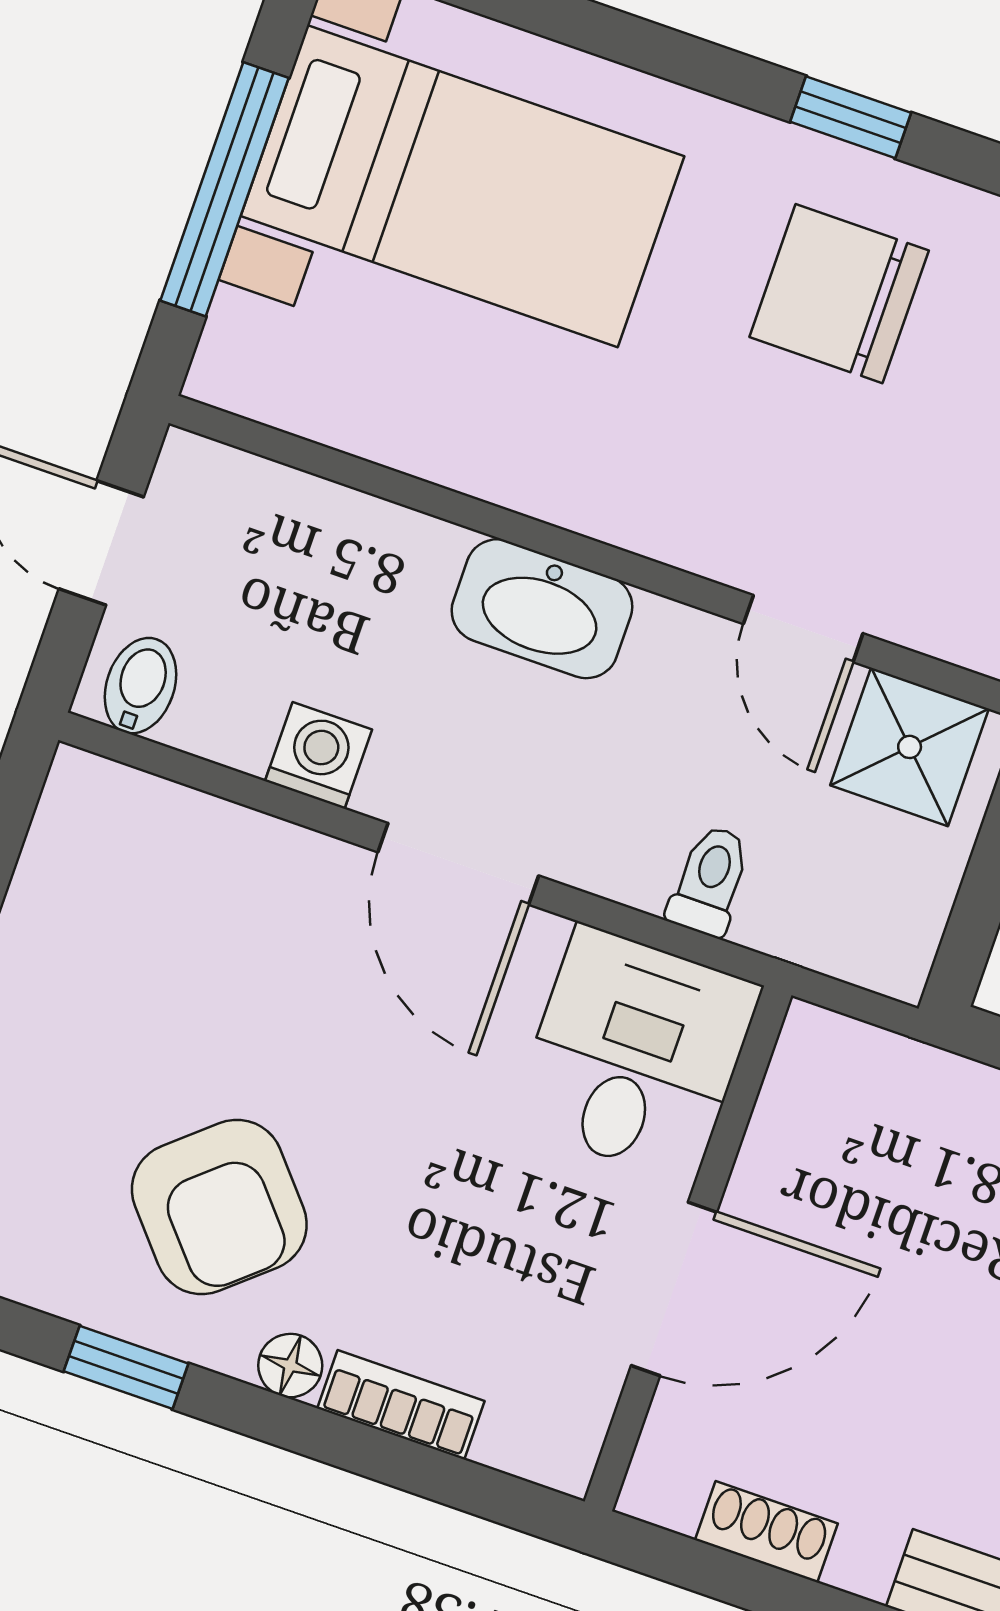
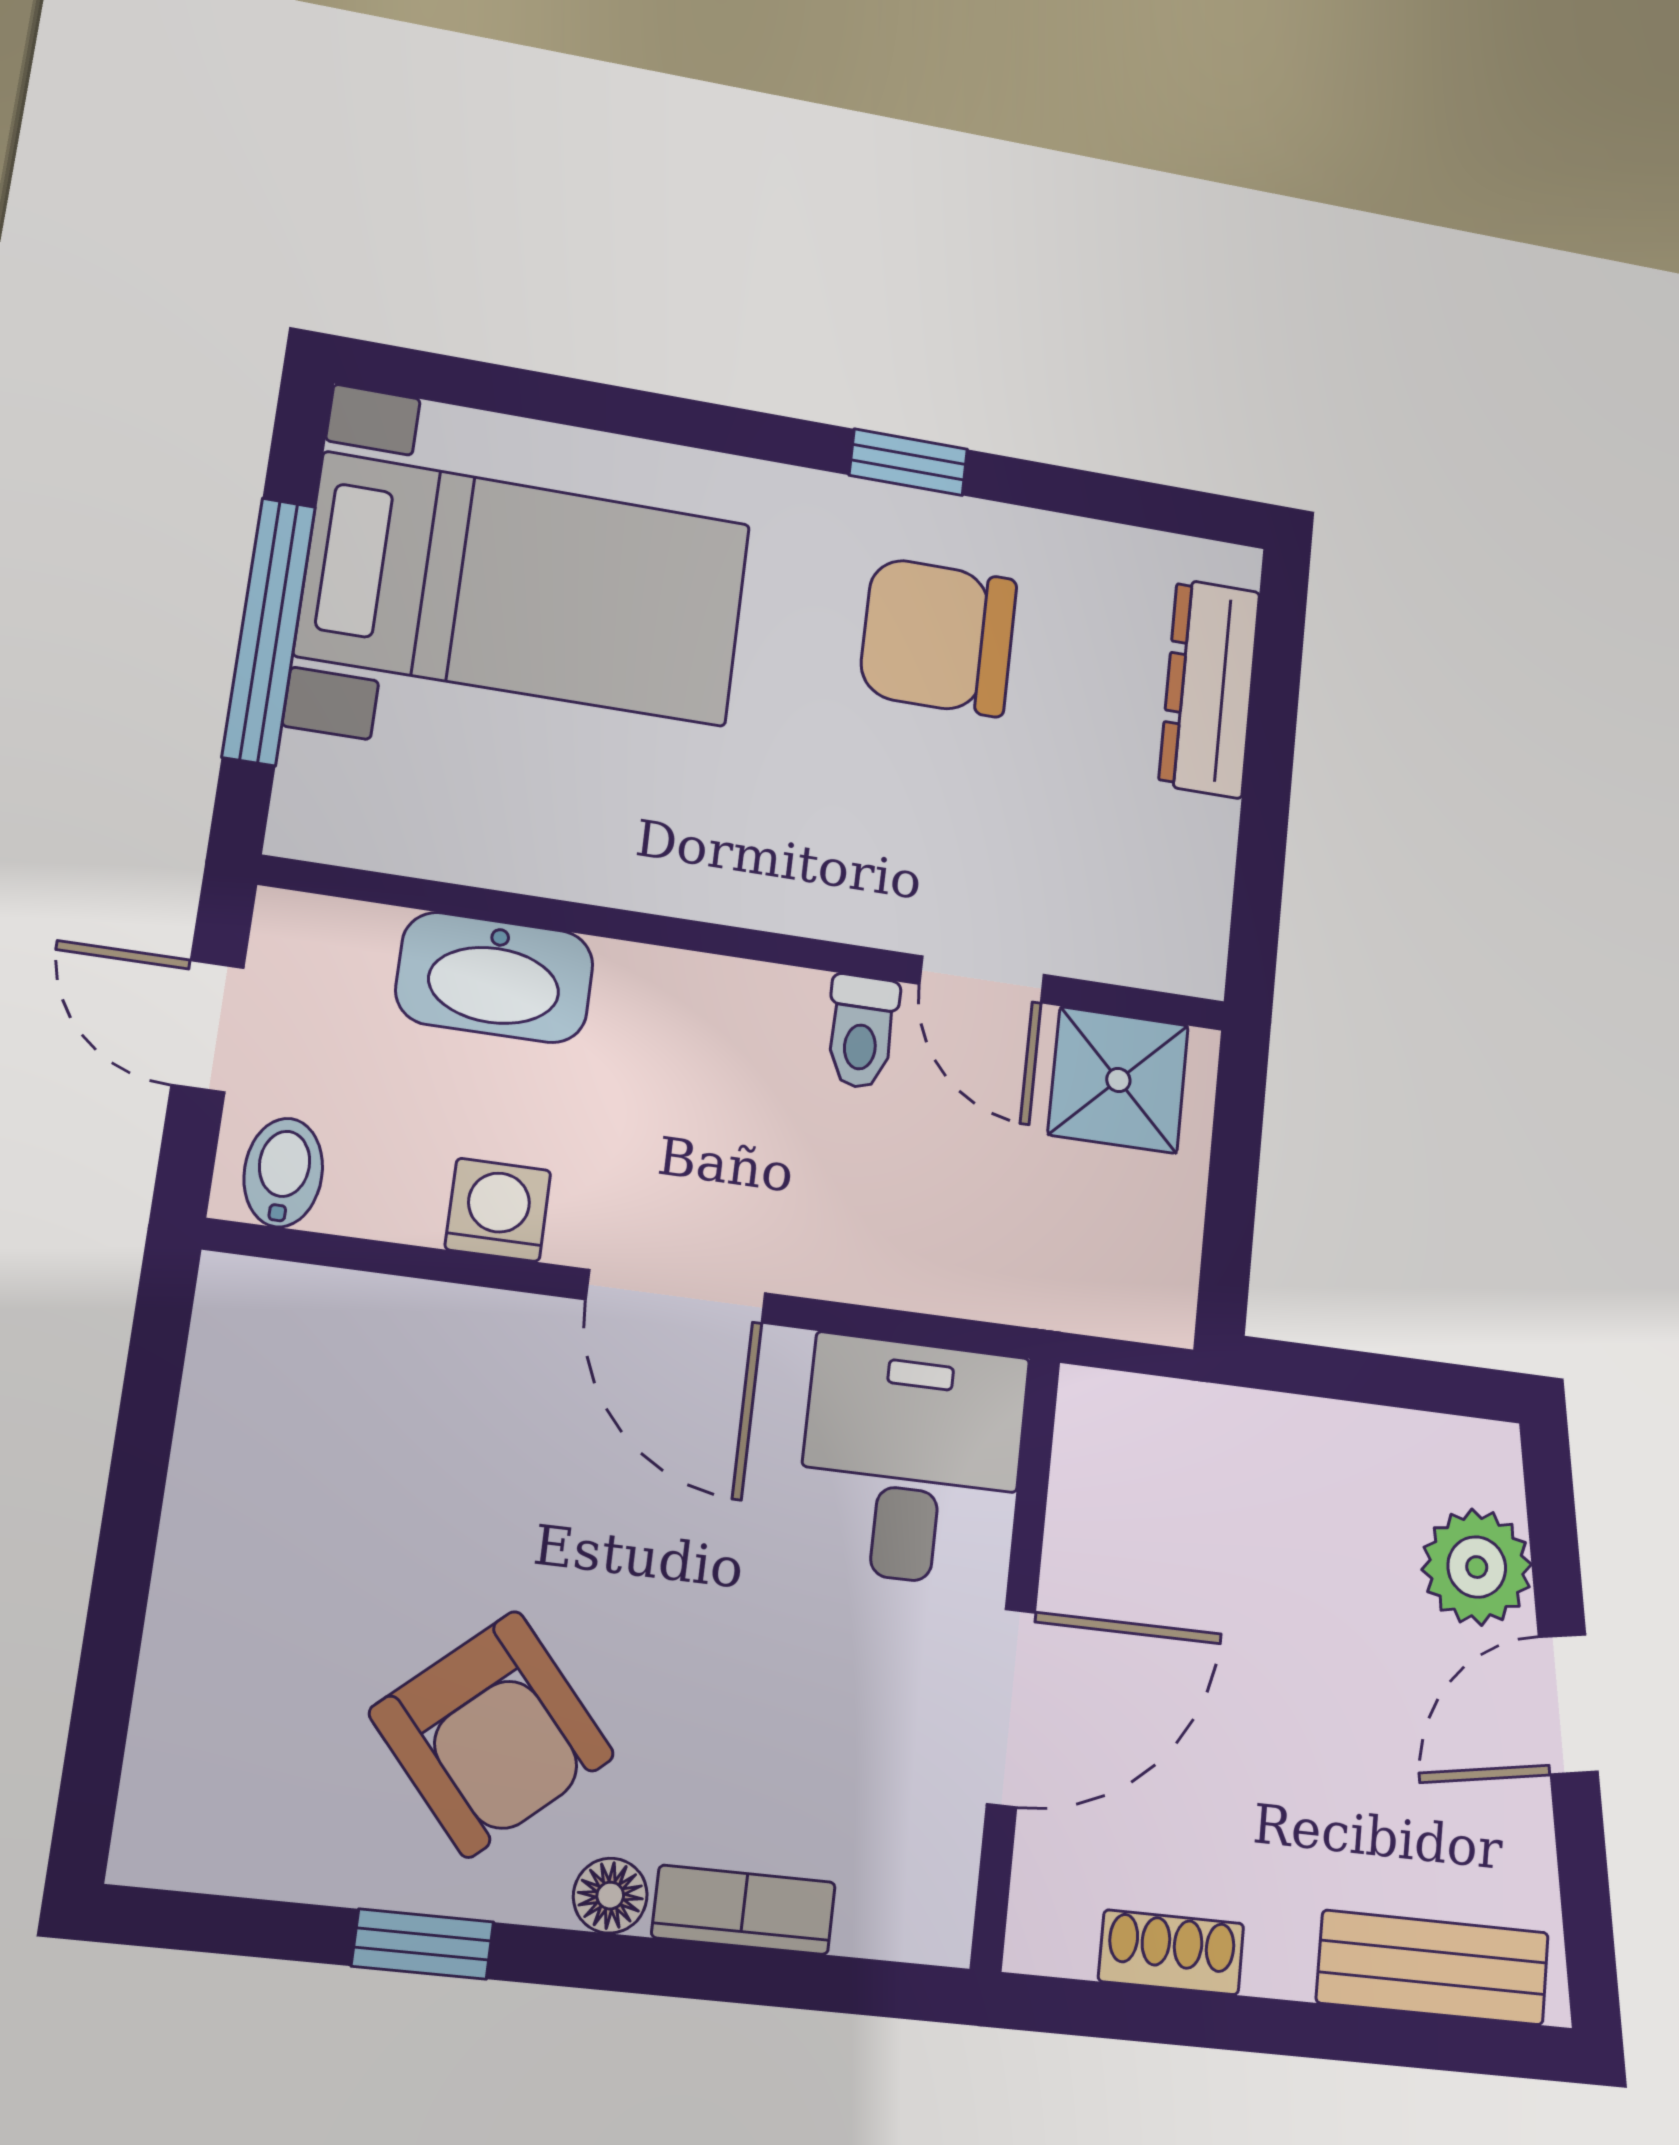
washbasin: (542, 609) -> (495, 978), moved
toilet: (710, 881) -> (862, 1032), moved, turned 180

